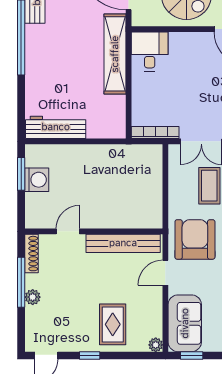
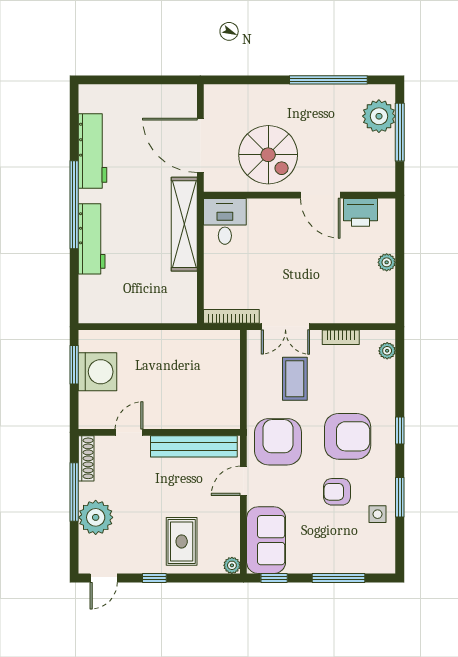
workbench: (56, 127) -> (92, 239), moved, turned 90
washing machine: (37, 180) -> (98, 372), width x1.37, depth x1.37
plant: (33, 297) -> (96, 517), width x1.88, depth x1.88

